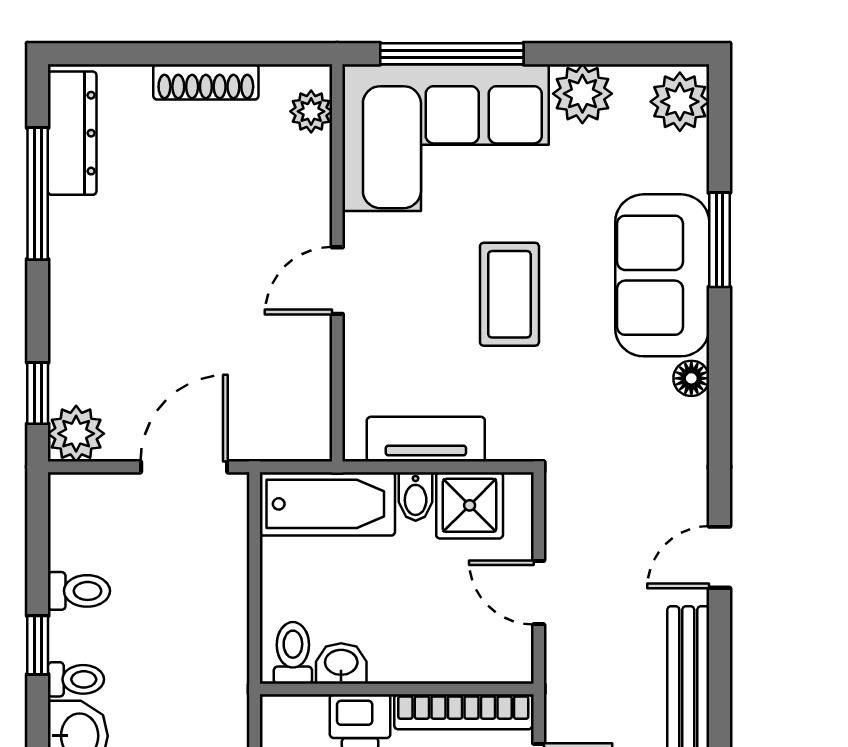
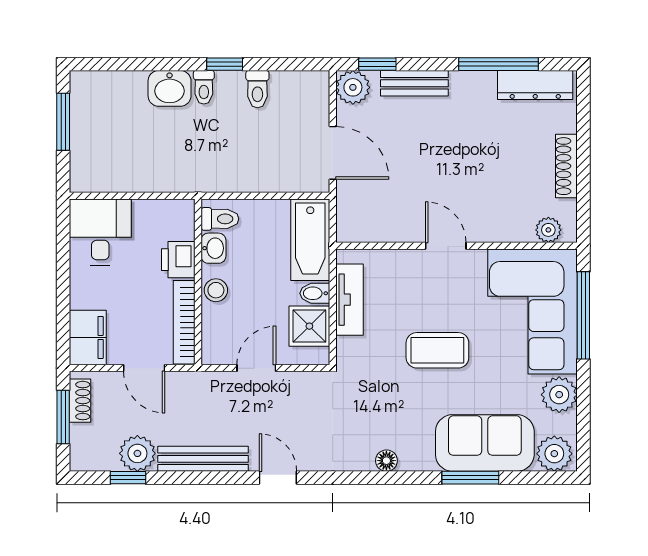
sofa: (662, 275) -> (485, 443), moved
bench: (69, 332) -> (414, 83), added
stool: (410, 659) -> (216, 290), added

